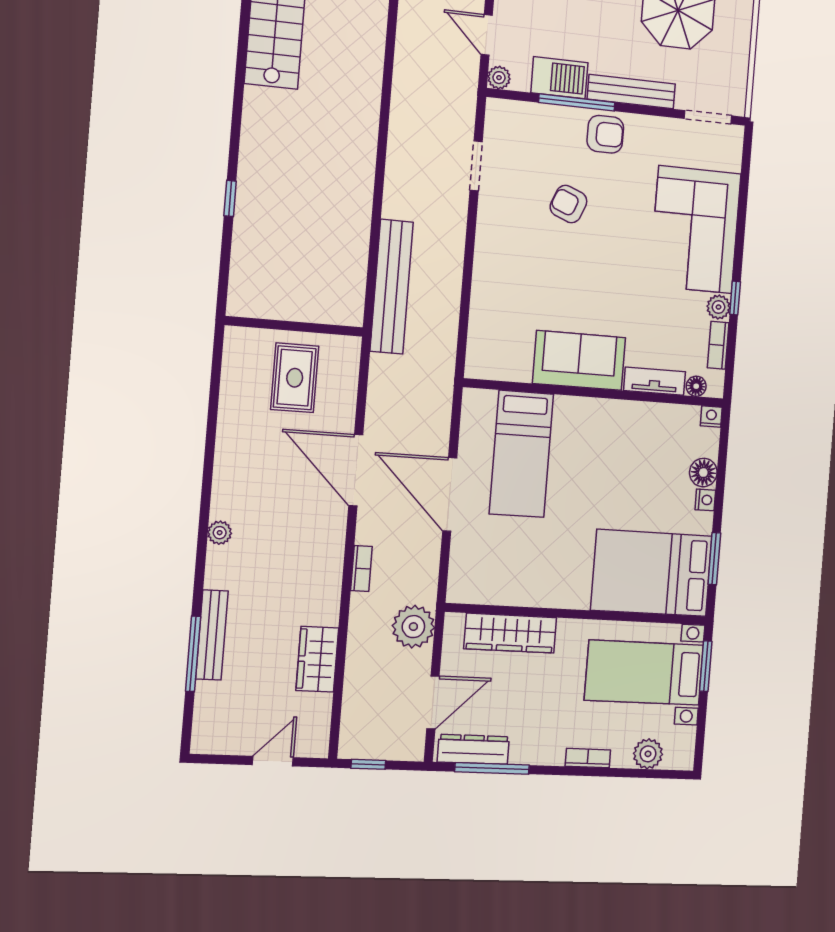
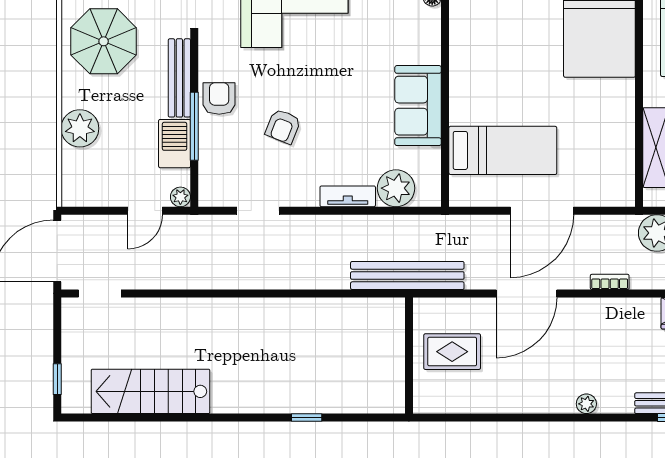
bench: (392, 287) -> (407, 275), moved
plant: (489, 327) -> (396, 188), added
tv unit: (655, 381) -> (348, 196), moved, turned 90

